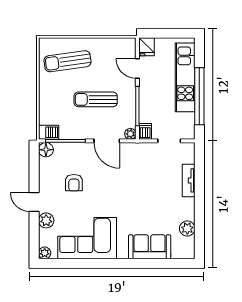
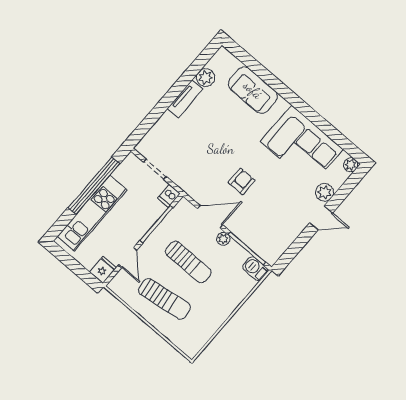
sun lounger: (68, 61) -> (164, 299), moved
plant: (130, 134) -> (223, 239), moved
door: (107, 141) -> (210, 217), hinge flipped
floor lamp: (46, 150) -> (271, 255), removed
tv unit: (189, 180) -> (185, 99), moved
armchair: (74, 183) -> (242, 181), moved
door: (34, 202) -> (321, 218), hinge flipped

